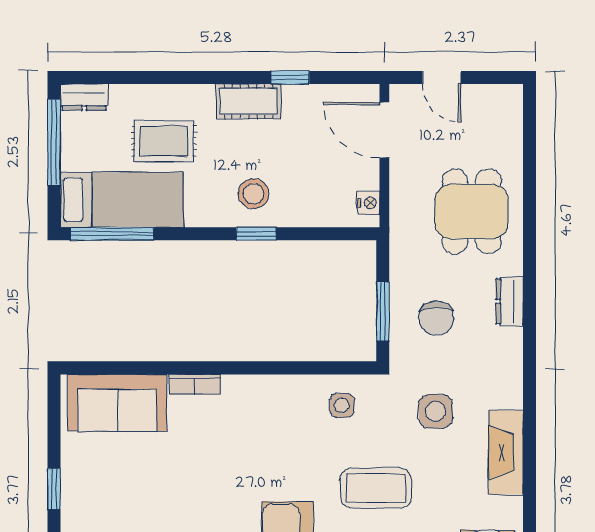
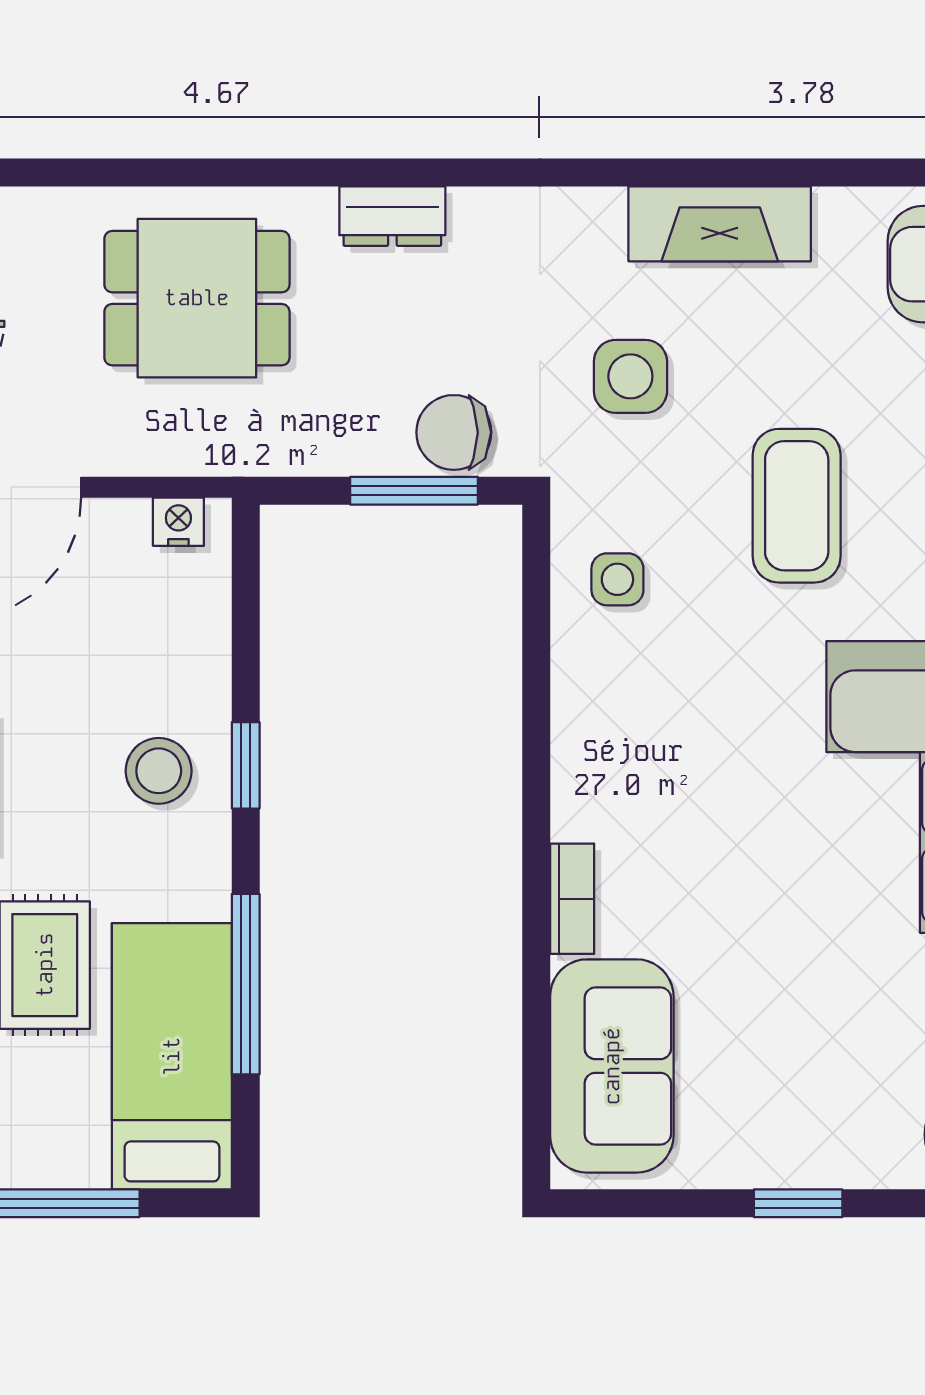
window: (112, 234) -> (246, 984), moved
chair: (436, 318) -> (454, 432), moved, turned 180

